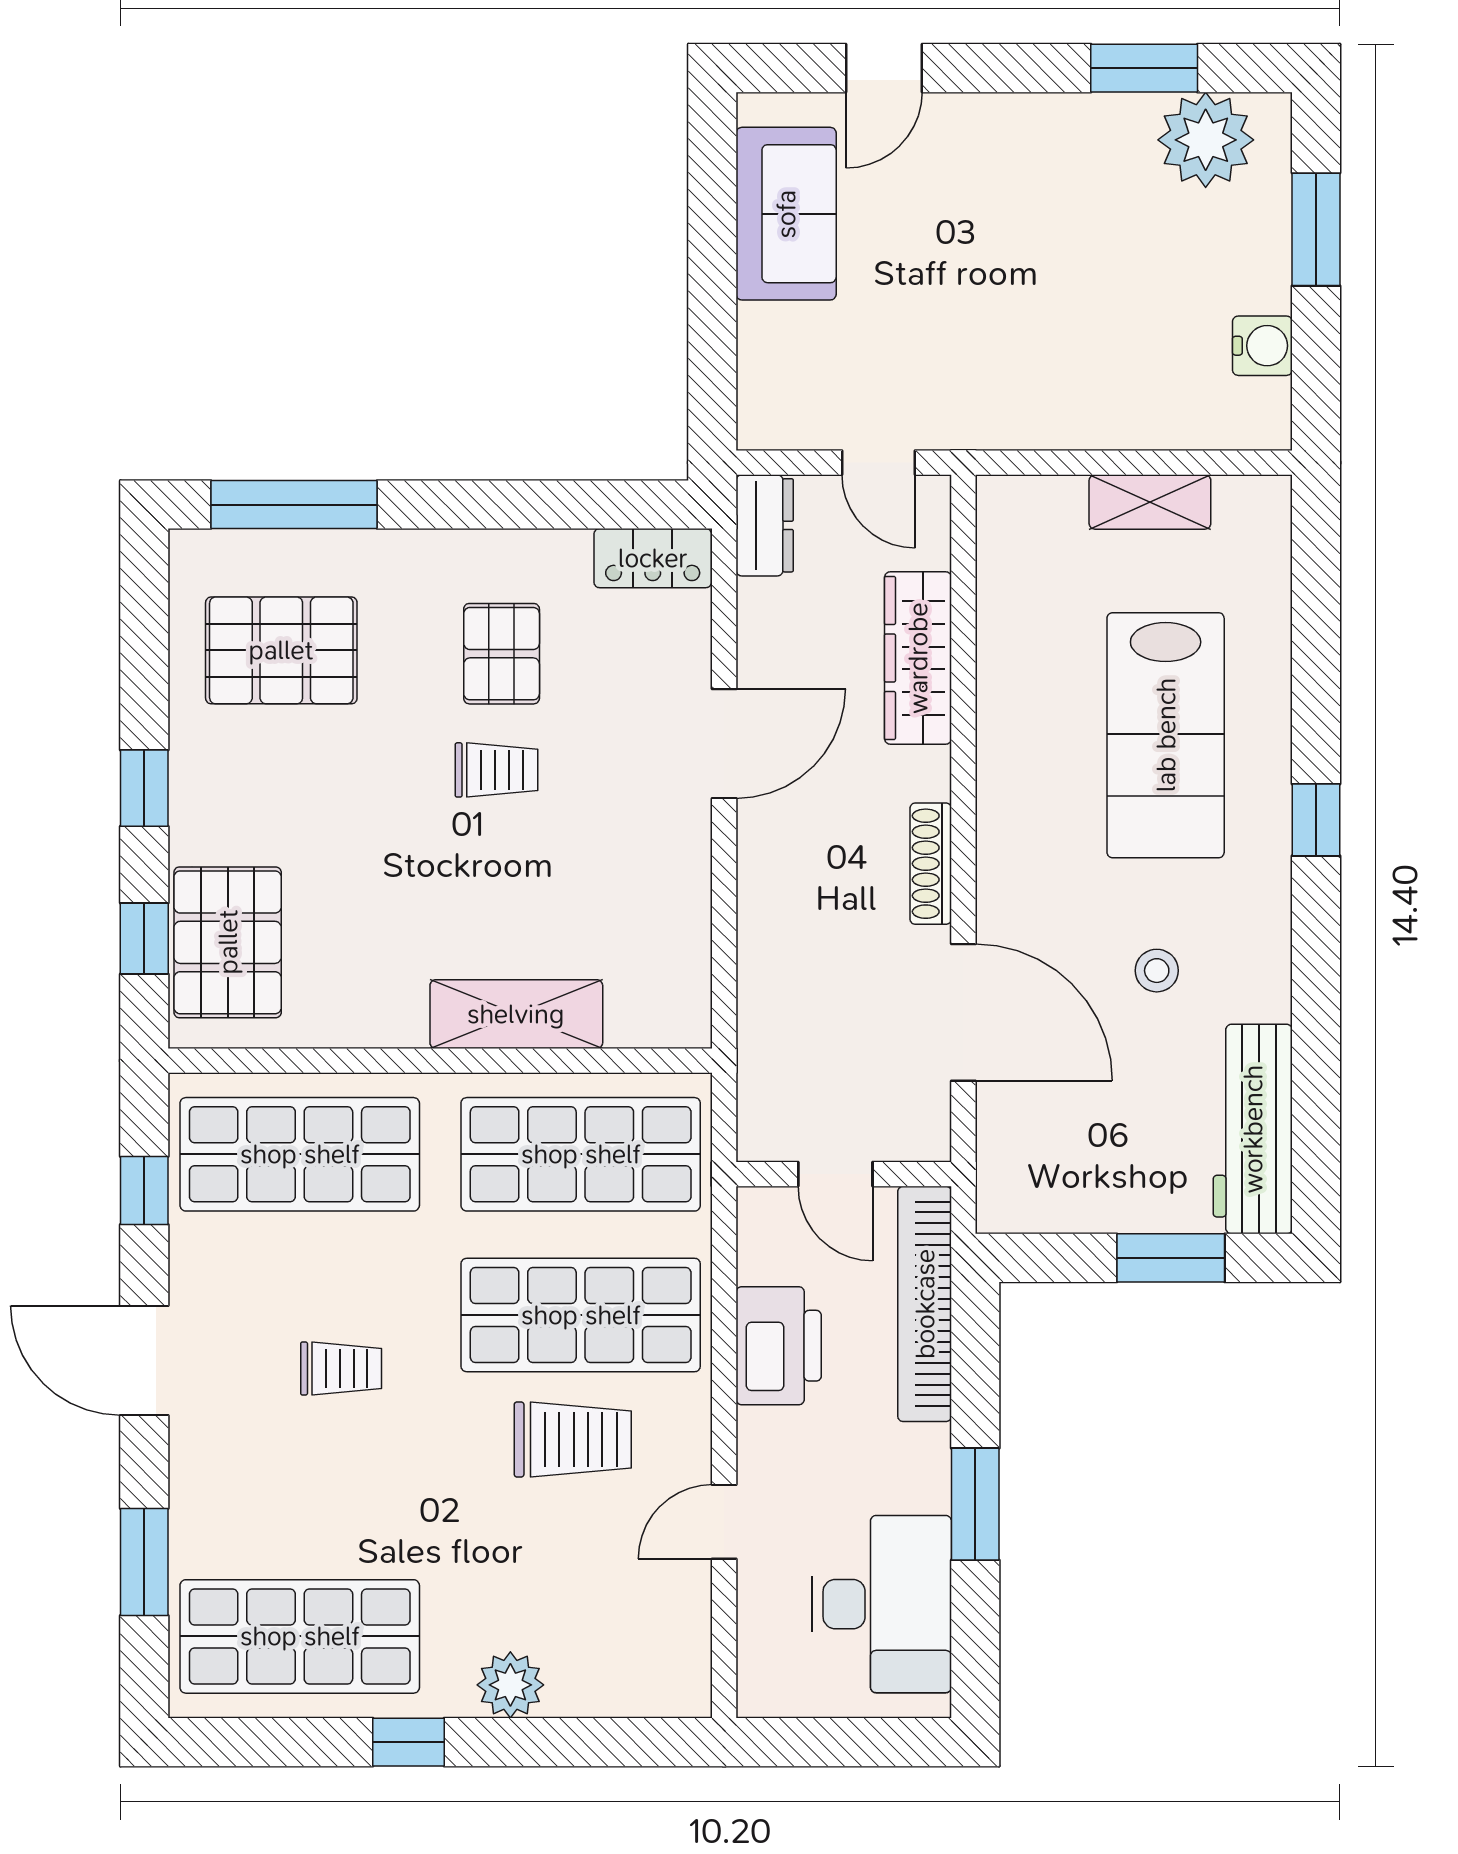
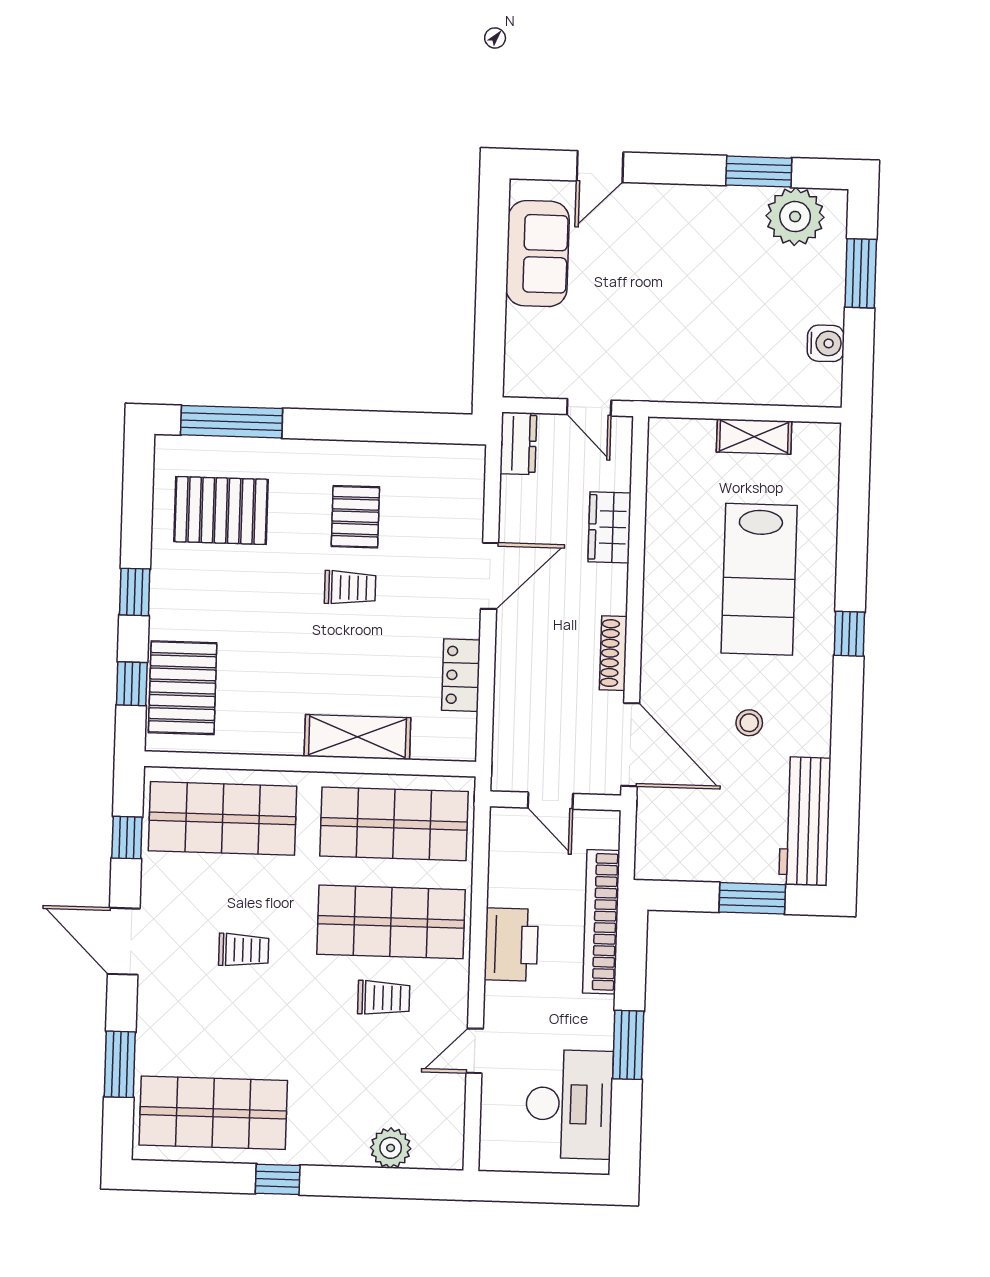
locker: (653, 558) -> (461, 675), moved, turned 90
wardrobe: (918, 658) -> (609, 527), width x0.67
door: (835, 1174) -> (550, 801), moved
wall: (844, 1174) -> (556, 801), moved
trolley: (573, 1439) -> (384, 998), width x0.73, depth x0.72
plant: (510, 1685) -> (391, 1148), moved

